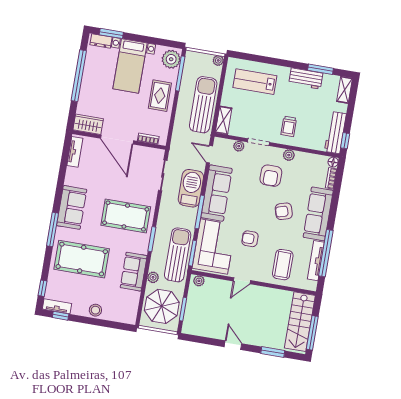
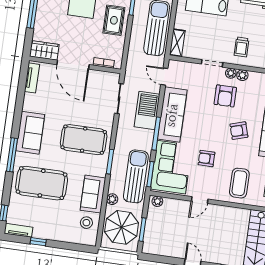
plant: (239, 146) -> (231, 73), moved
stool: (95, 310) -> (86, 223), moved
window: (61, 316) -> (38, 242), moved

